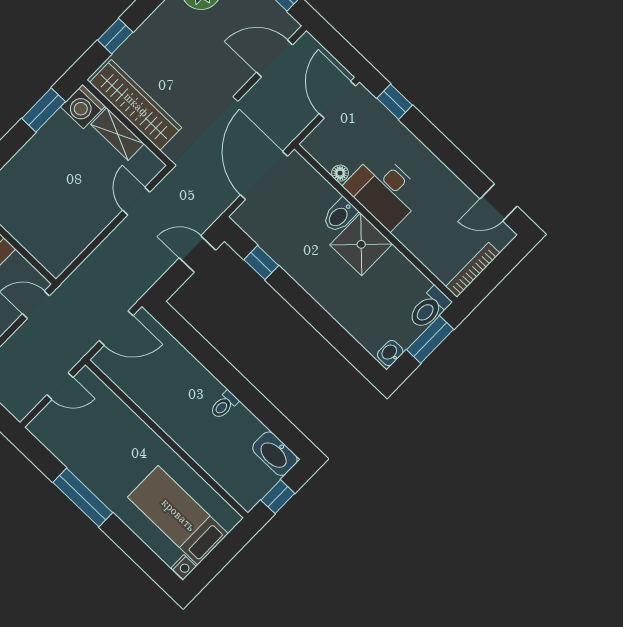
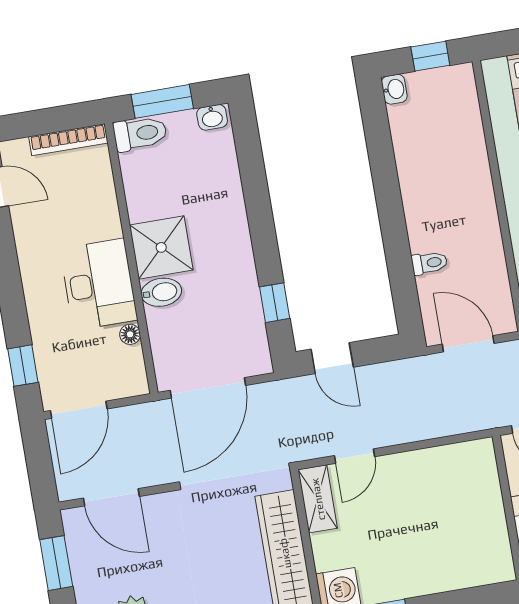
shelving: (117, 134) -> (318, 499), moved
toilet: (224, 405) -> (429, 263), moved
washbasin: (275, 454) -> (394, 89), width x0.52, depth x0.69

